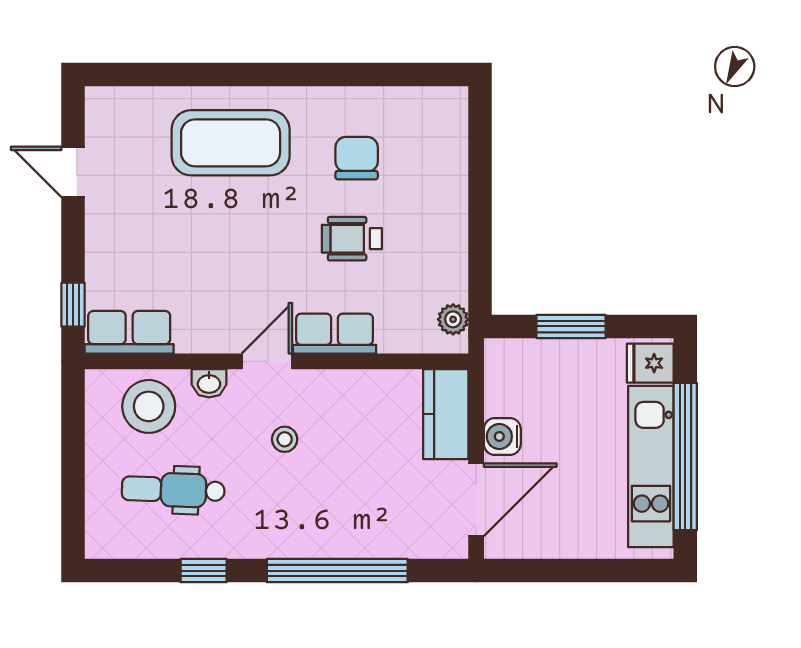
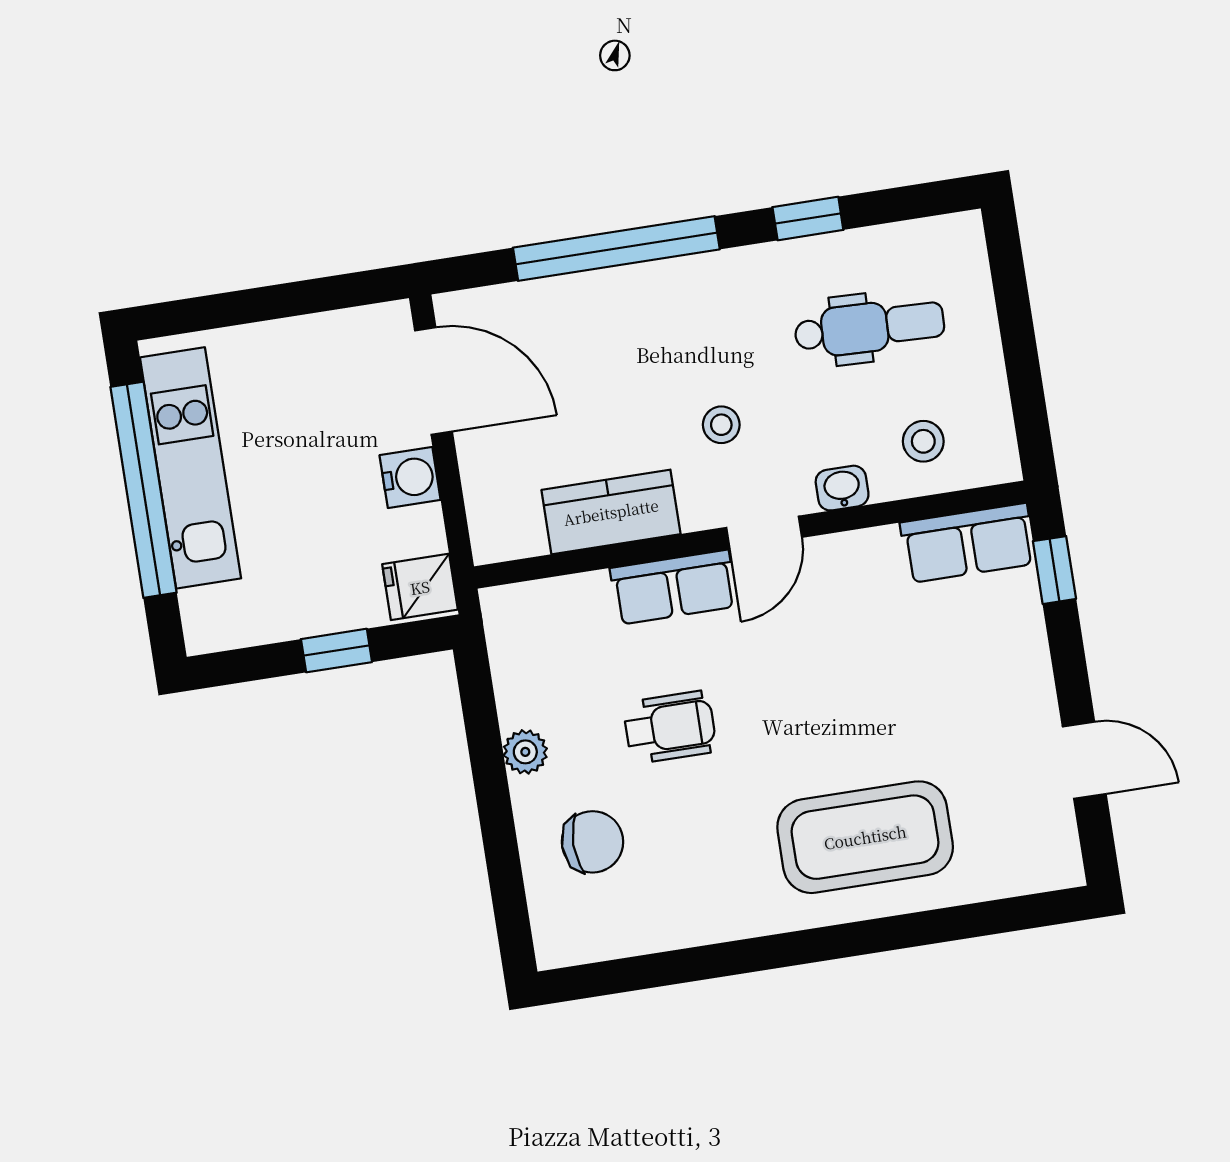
chair: (357, 158) -> (593, 842), moved, turned -90
plant: (453, 319) -> (525, 752), moved
window: (571, 326) -> (336, 651), width x0.67
fridge: (650, 363) -> (420, 587), moved, turned 180
stool: (149, 406) -> (923, 441), width x0.53, depth x0.53
kitchen counter: (446, 414) -> (611, 512), moved, turned -90
door: (476, 500) -> (434, 381), swing flipped

